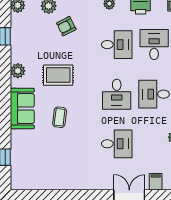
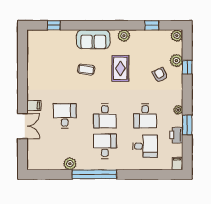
desk: (117, 94) -> (105, 116), turned -90
desk: (117, 144) -> (65, 116), turned 180
filing cabinet: (156, 182) -> (34, 105), moved

